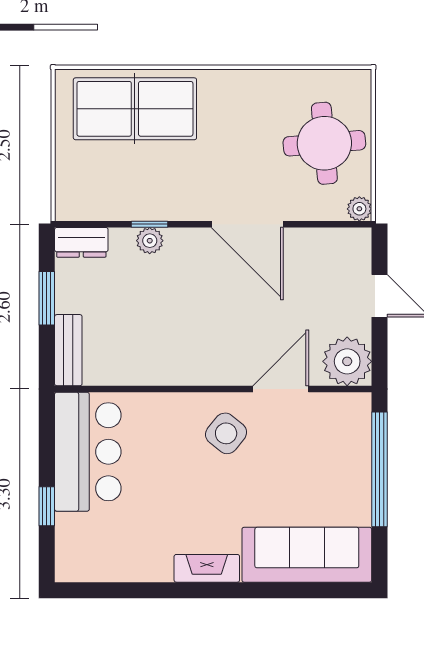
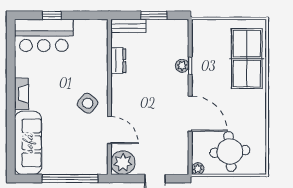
door: (247, 224) -> (190, 114), swing flipped
dresser: (81, 242) -> (118, 61), moved, turned 180
bar counter: (88, 452) -> (44, 35), moved

